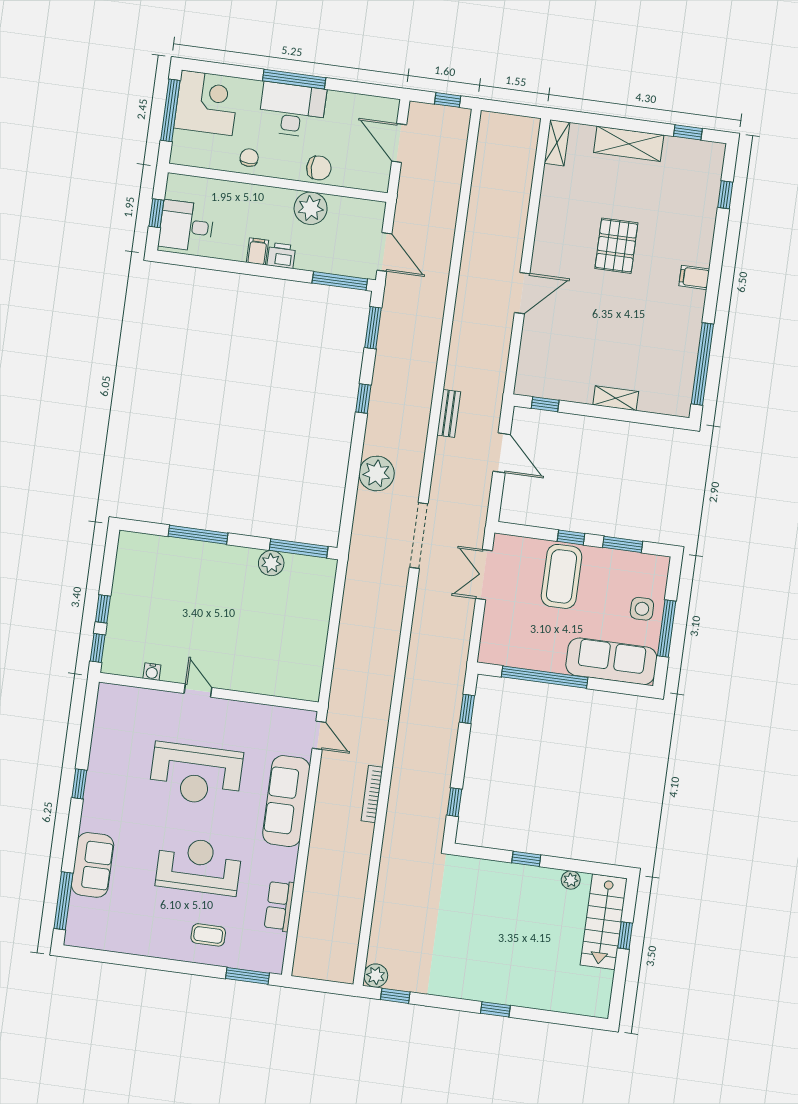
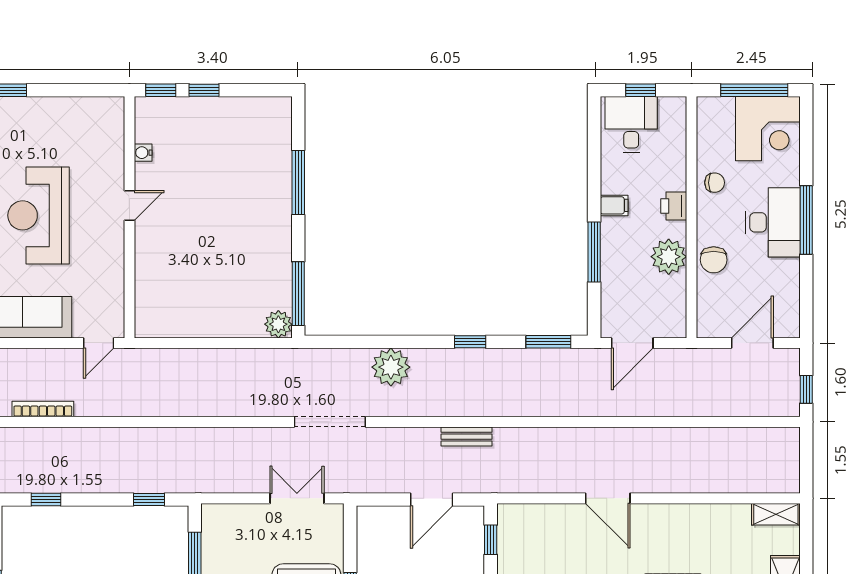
printer: (281, 256) -> (674, 206), moved, turned 180
window: (340, 281) -> (594, 252), moved
plant: (271, 563) -> (278, 324), moved

